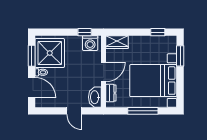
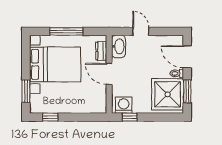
wardrobe: (117, 42) -> (94, 106), removed
door: (104, 72) -> (109, 74), hinge flipped

